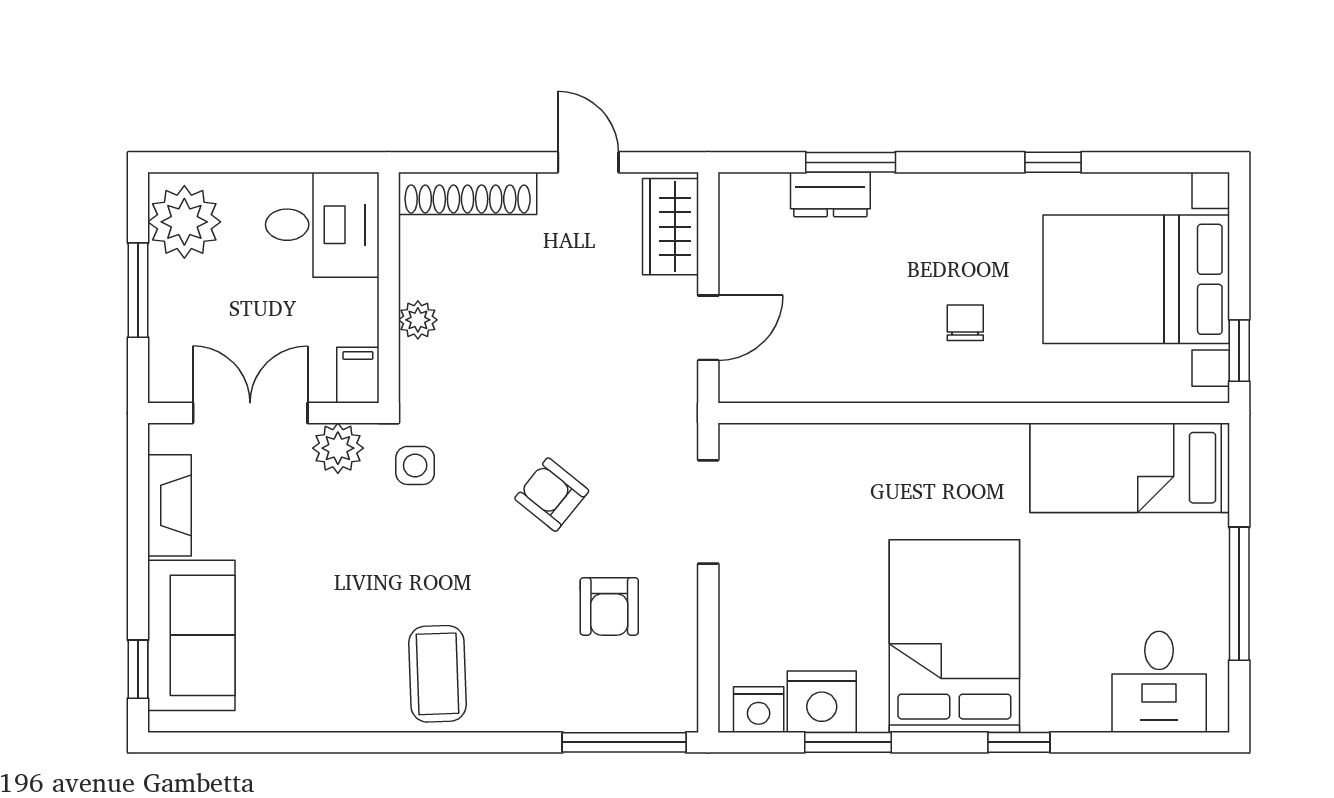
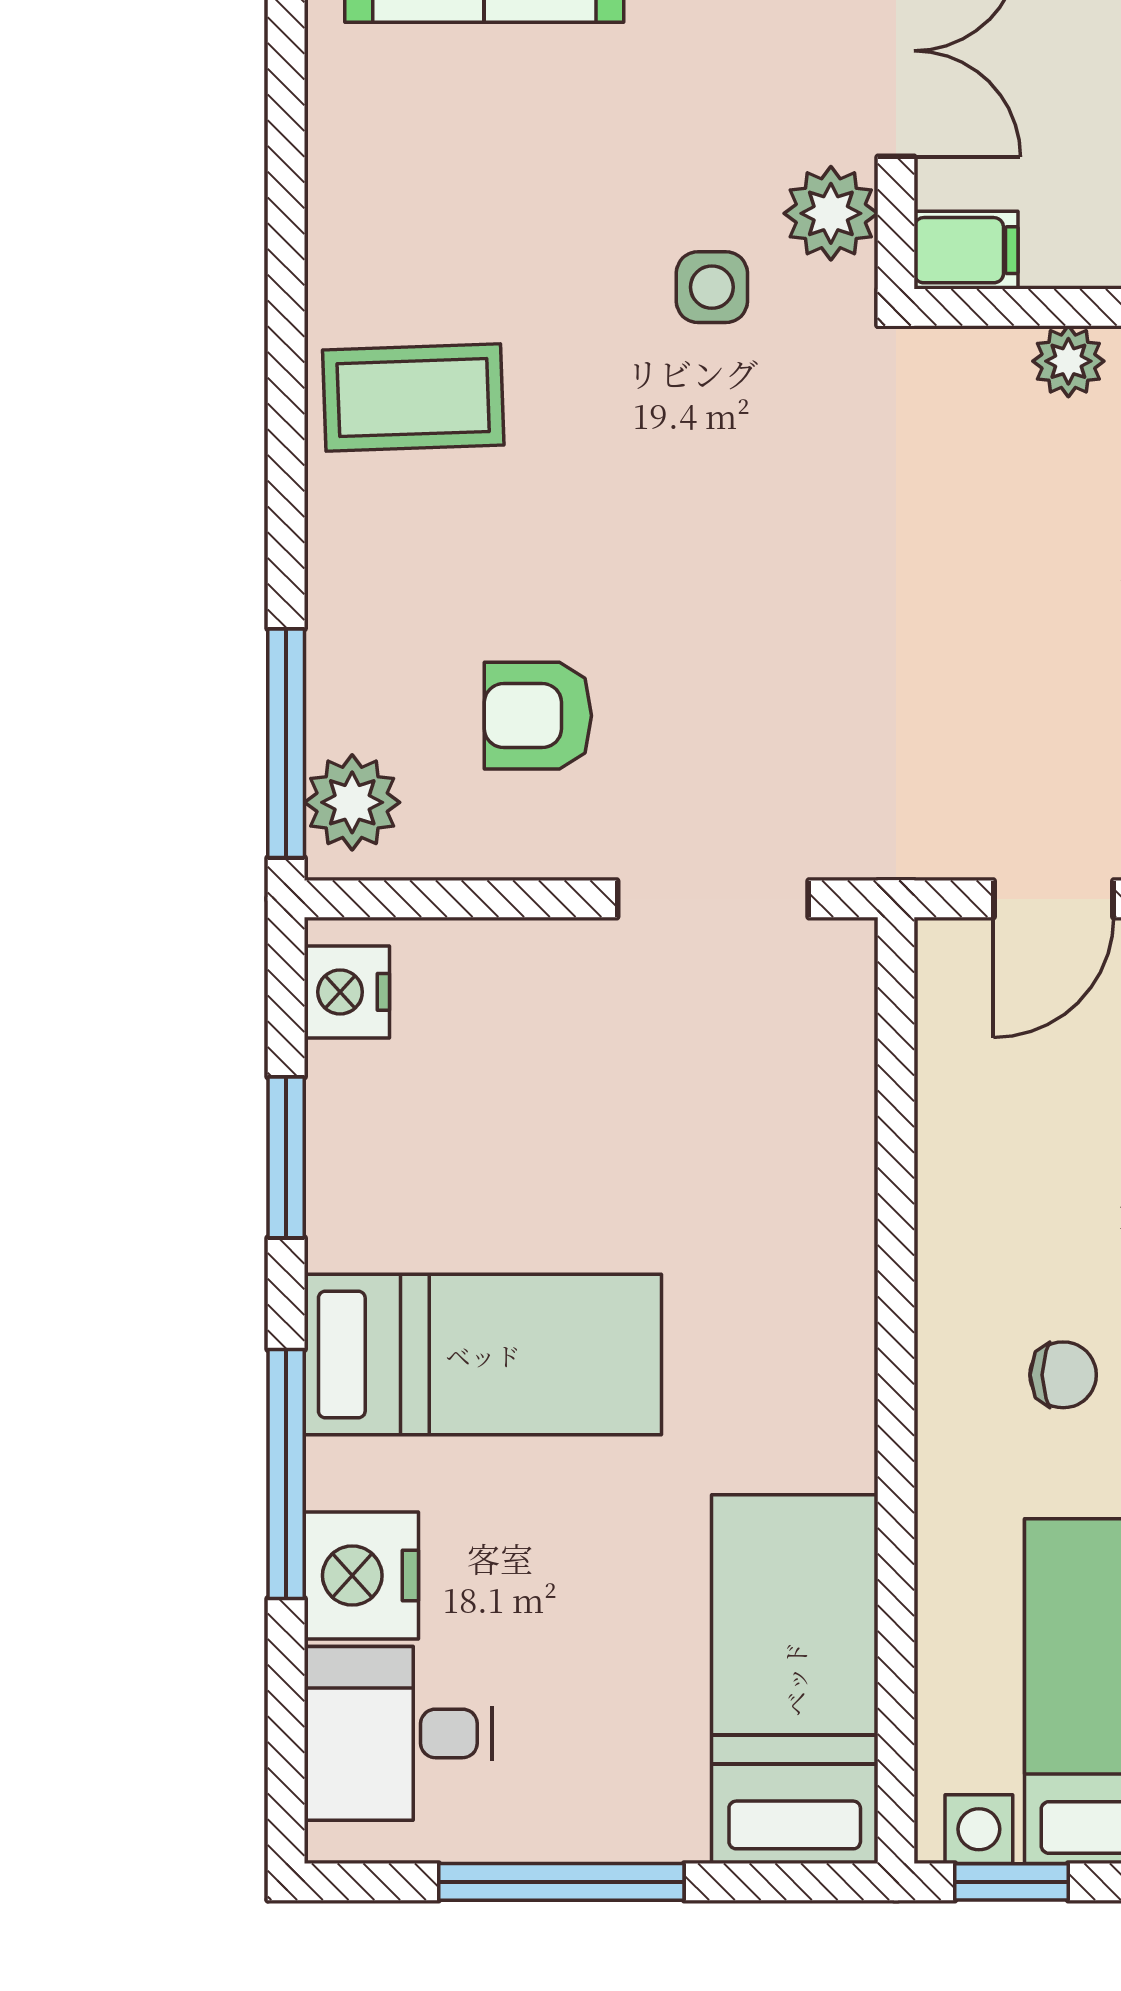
door: (708, 328) -> (1053, 899), hinge flipped
side table: (415, 465) -> (712, 287), moved
armchair: (552, 495) -> (745, 609), removed
bed: (954, 636) -> (483, 1355), width x0.67
nightstand: (822, 702) -> (361, 1576), moved
plant: (656, 707) -> (352, 802), added
window: (1019, 742) -> (286, 1474), width x2.17

